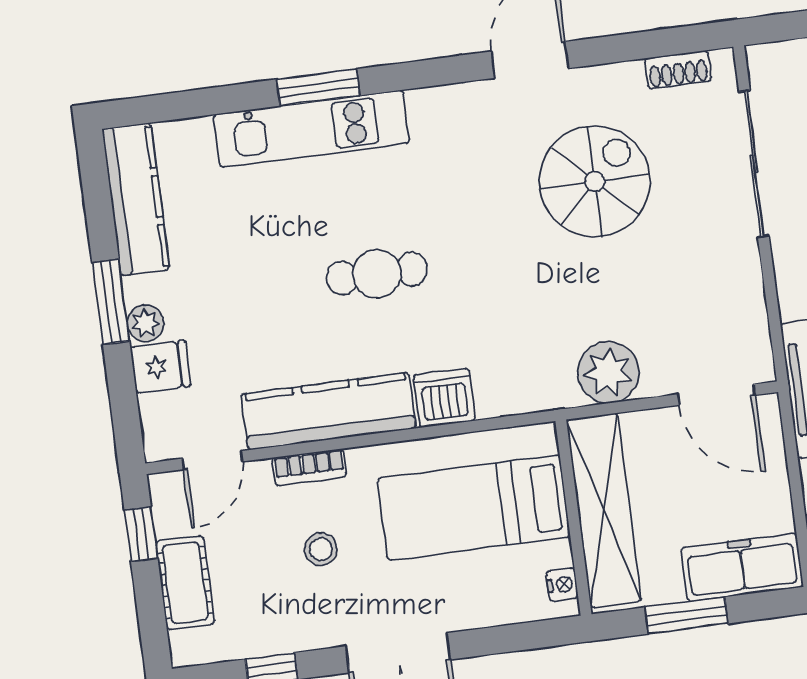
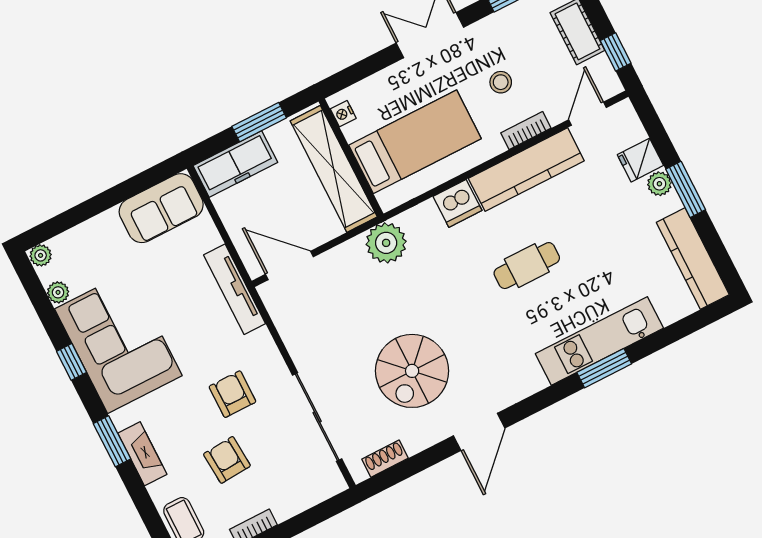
plant: (608, 372) -> (386, 243), moved

